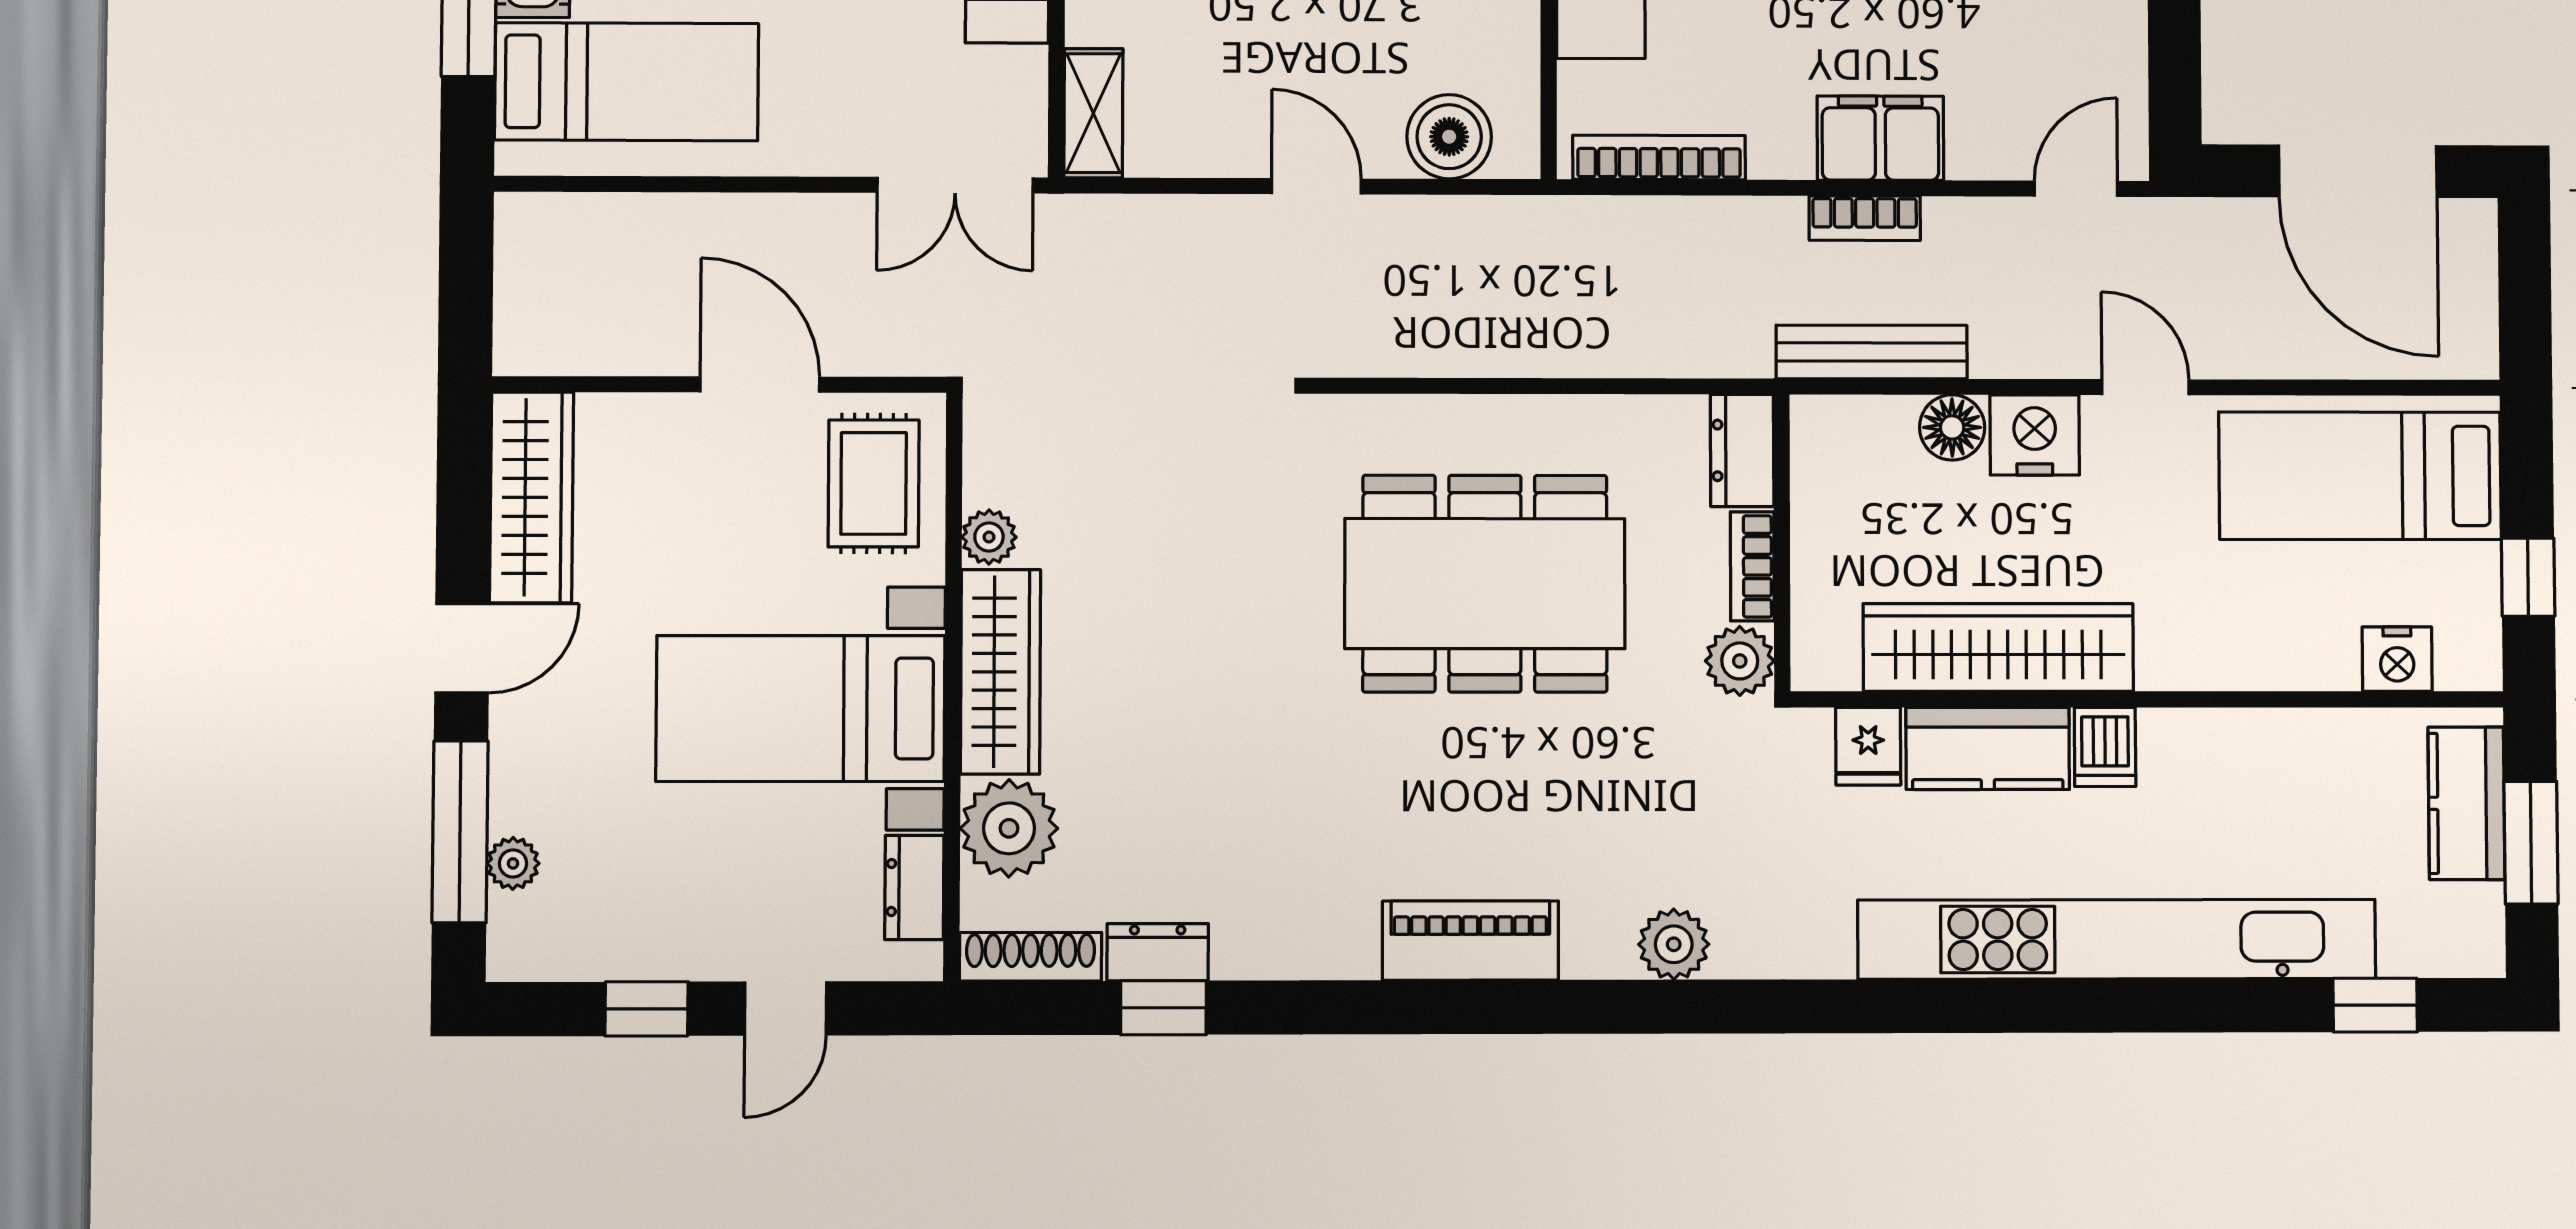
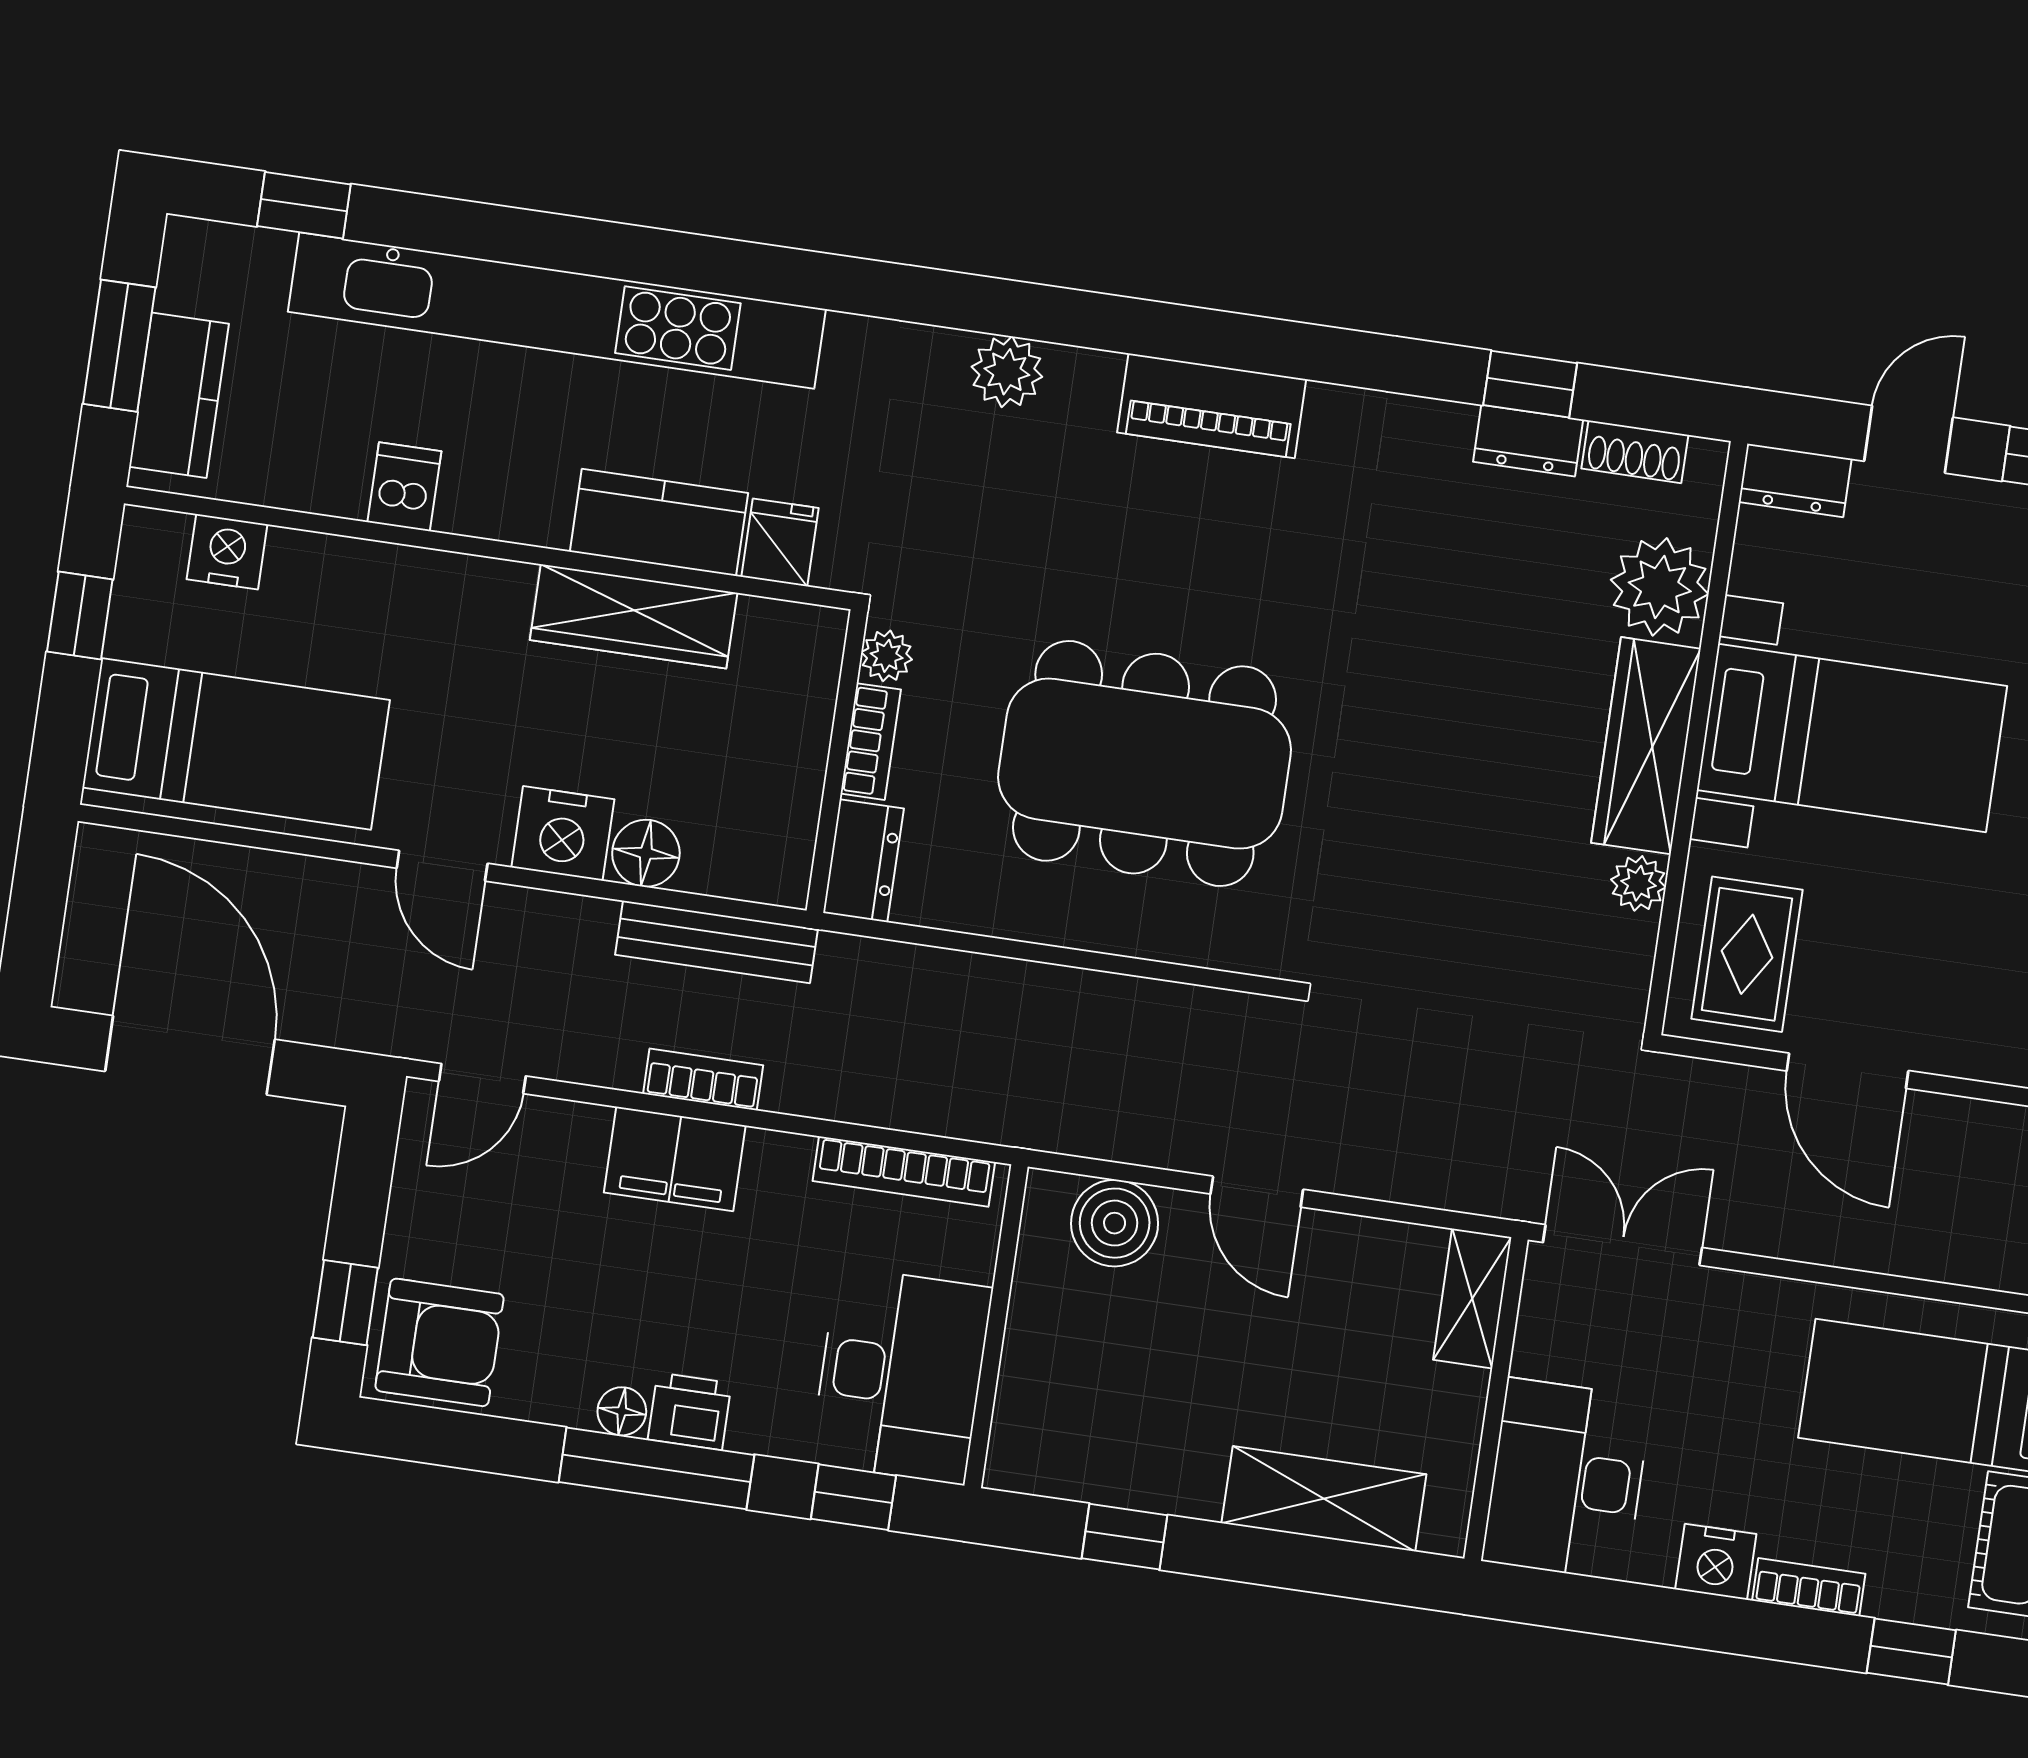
wardrobe: (1998, 647) -> (634, 616), width x0.71, depth x0.85
plant: (1740, 661) -> (887, 656), width x0.73, depth x0.73
dishwasher: (2105, 747) -> (404, 487), moved
dresser: (914, 887) -> (1795, 480), moved, turned 90
shoe rack: (1031, 957) -> (1635, 452), width x0.70

